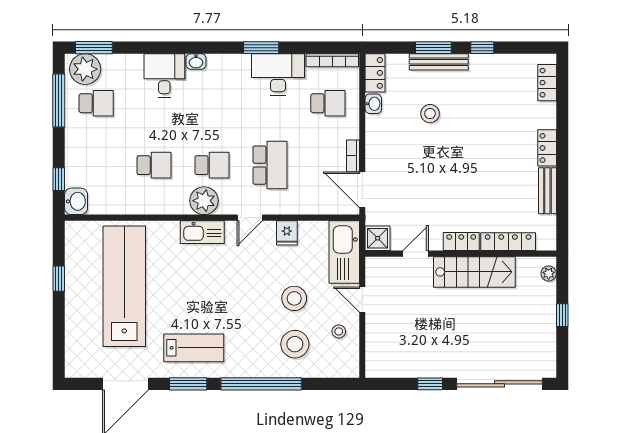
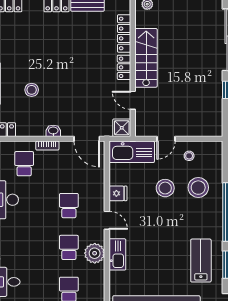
washbasin: (373, 104) -> (53, 131), moved
bookcase: (353, 156) -> (47, 146), moved
school desk: (270, 165) -> (69, 206), width x0.54
door: (362, 190) -> (87, 139), hinge flipped

